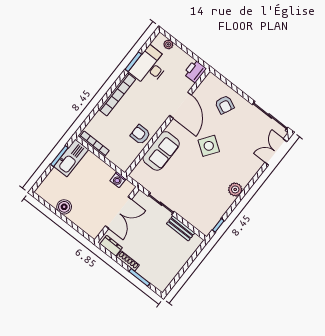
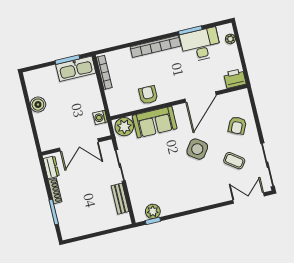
coffee table: (243, 133) -> (234, 161), added
plant: (141, 172) -> (124, 127), added
plant: (235, 189) -> (153, 211), moved

